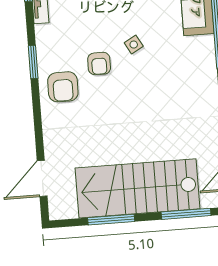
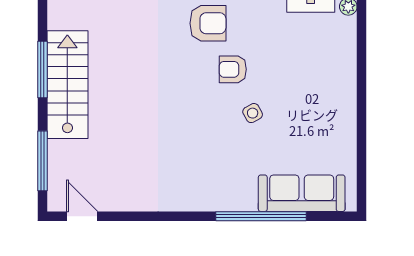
armchair: (63, 87) -> (208, 23), turned 180
stairs: (138, 188) -> (67, 85), width x0.73, depth x0.66

